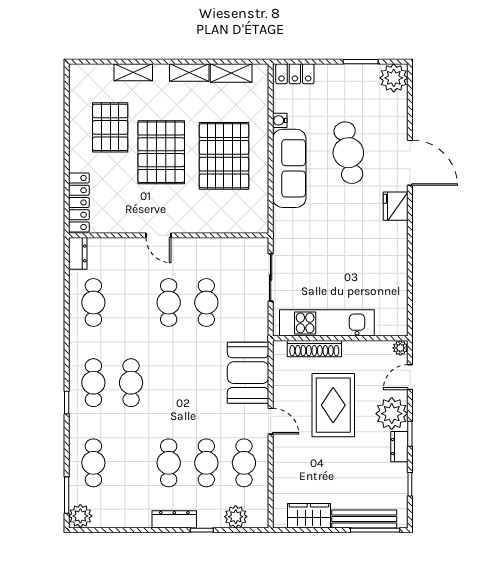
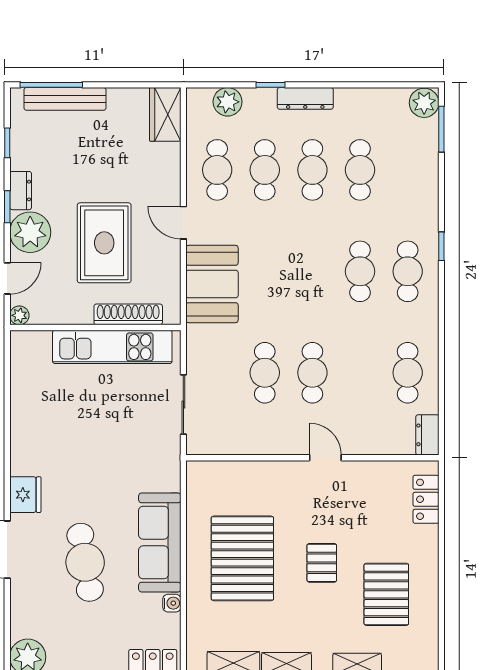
pallet: (161, 152) -> (322, 563), width x0.49, depth x0.50
locker: (79, 202) -> (426, 499), width x0.66
cafe table: (93, 463) -> (360, 170), moved
wardrobe: (309, 516) -> (165, 114), moved, turned 90

